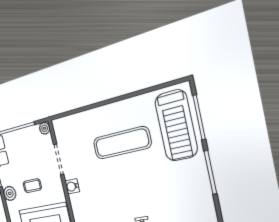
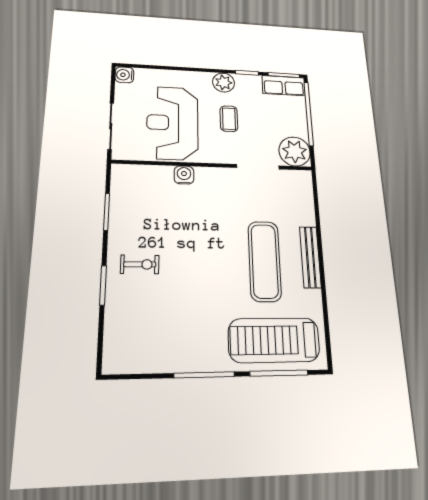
bench: (111, 109) -> (310, 257), added
plant: (45, 128) -> (295, 151), width x1.88, depth x1.88
water cooler: (72, 186) -> (184, 175), moved

